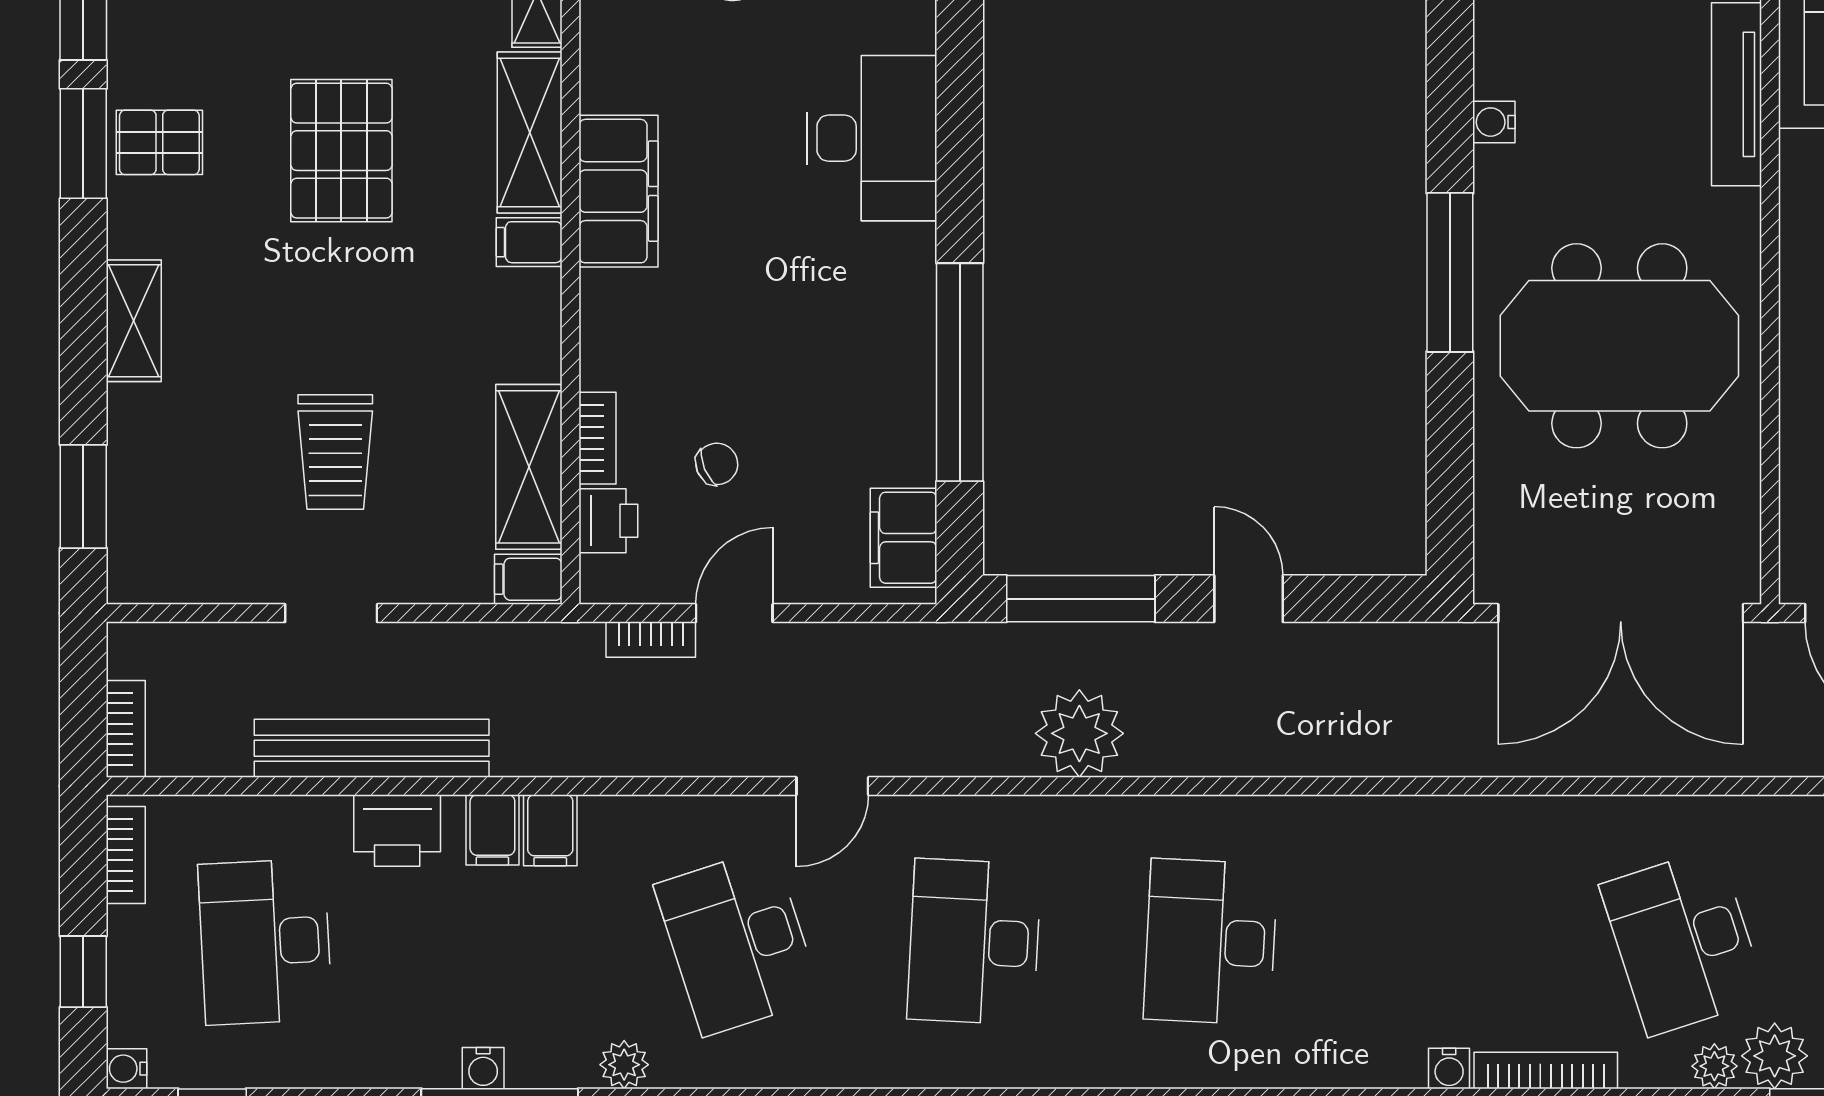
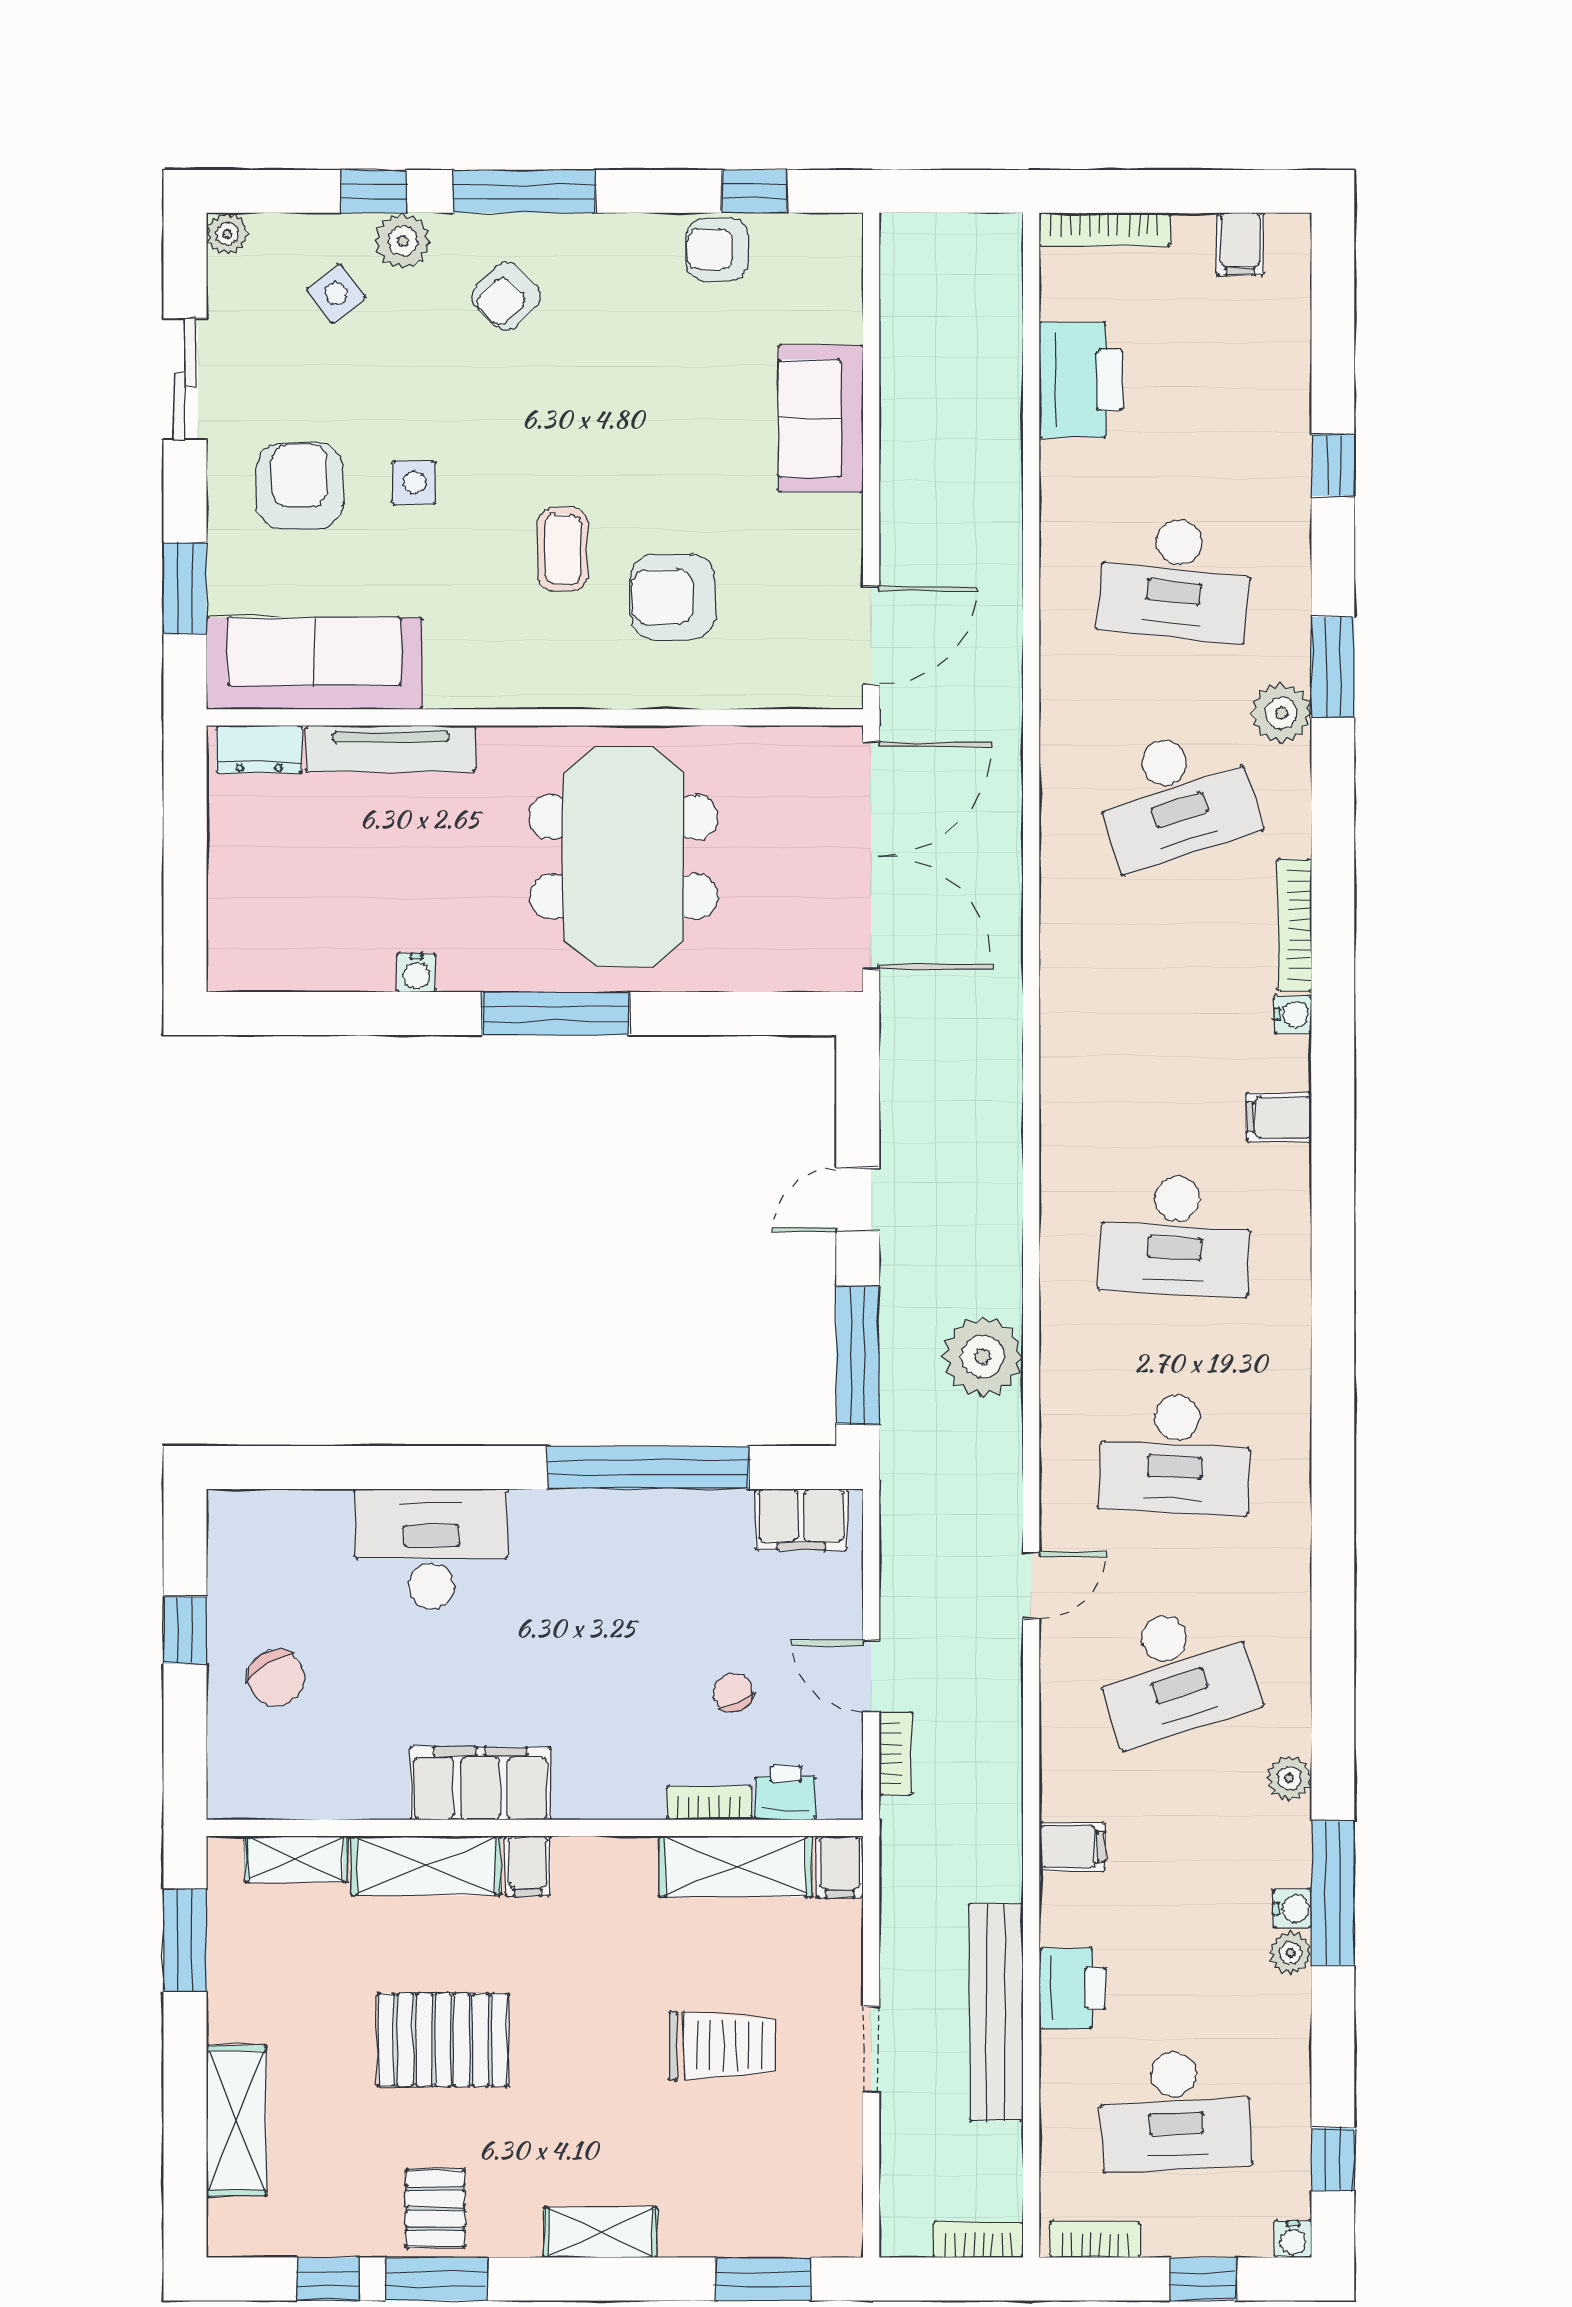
door: (832, 786) -> (1031, 1585), hinge flipped
filing cabinet: (492, 830) -> (1279, 1117), moved, turned 180
plant: (1714, 1066) -> (1291, 1953), moved

